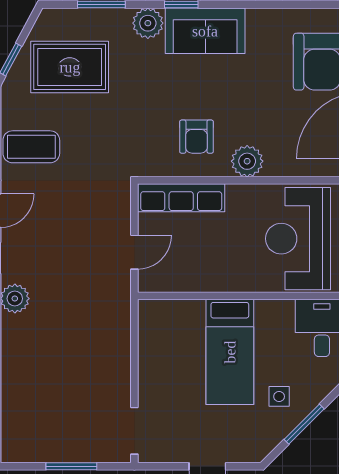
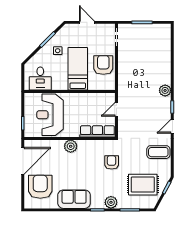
sofa: (205, 31) -> (74, 199), moved
armchair: (196, 137) -> (112, 162), moved
reception desk: (298, 239) -> (50, 115), turned 180
armchair: (167, 361) -> (103, 65), added

